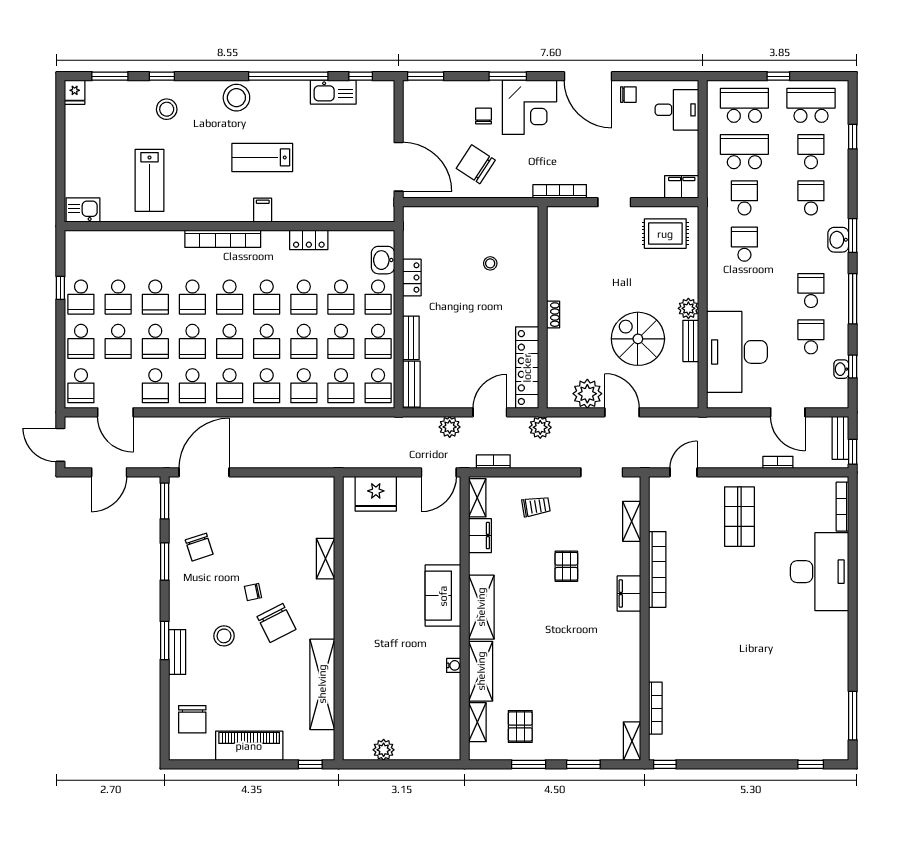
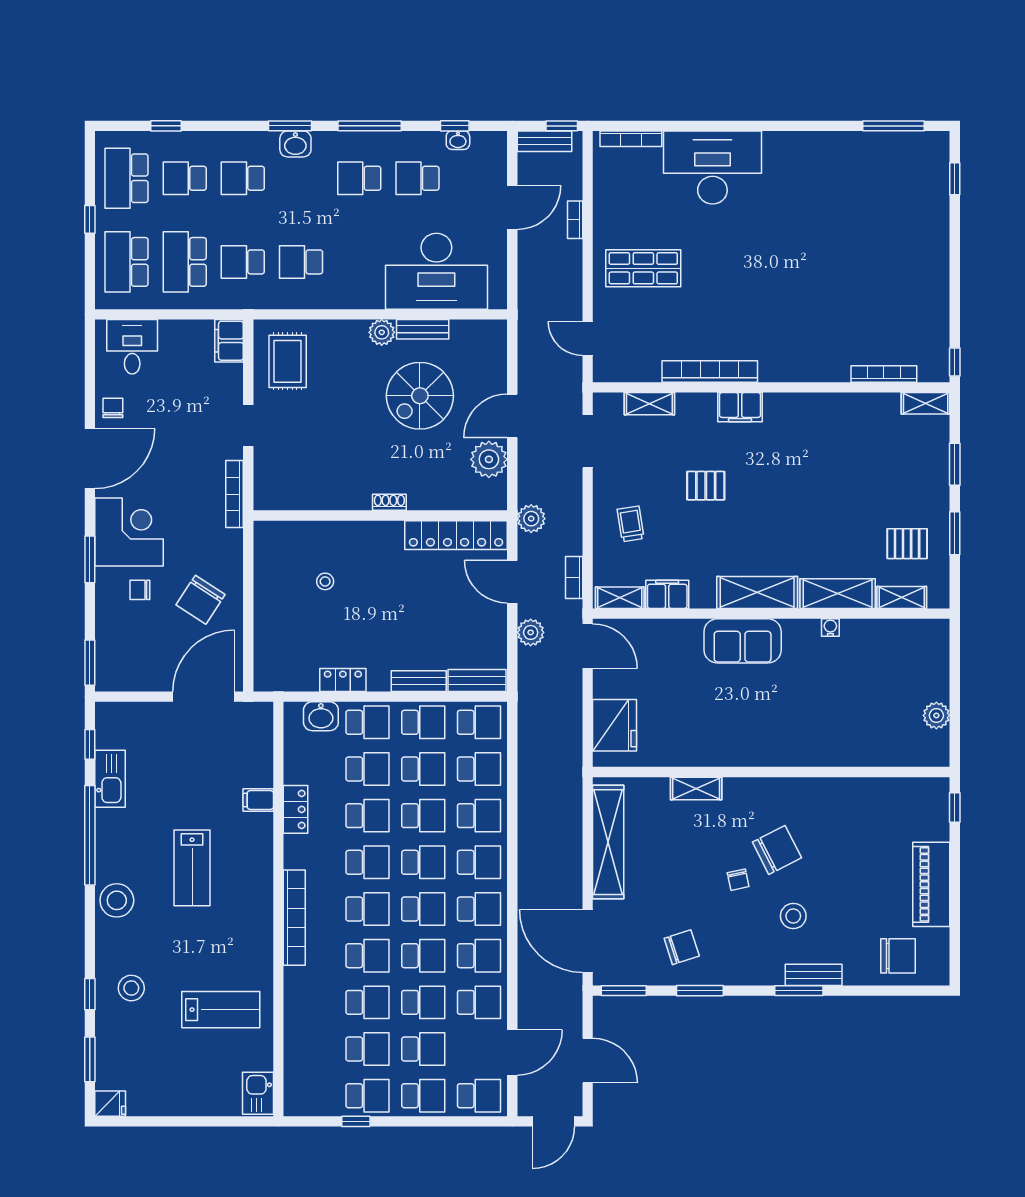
filing cabinet: (263, 210) -> (258, 800), moved
shelving: (322, 684) -> (608, 842), moved, turned 90

